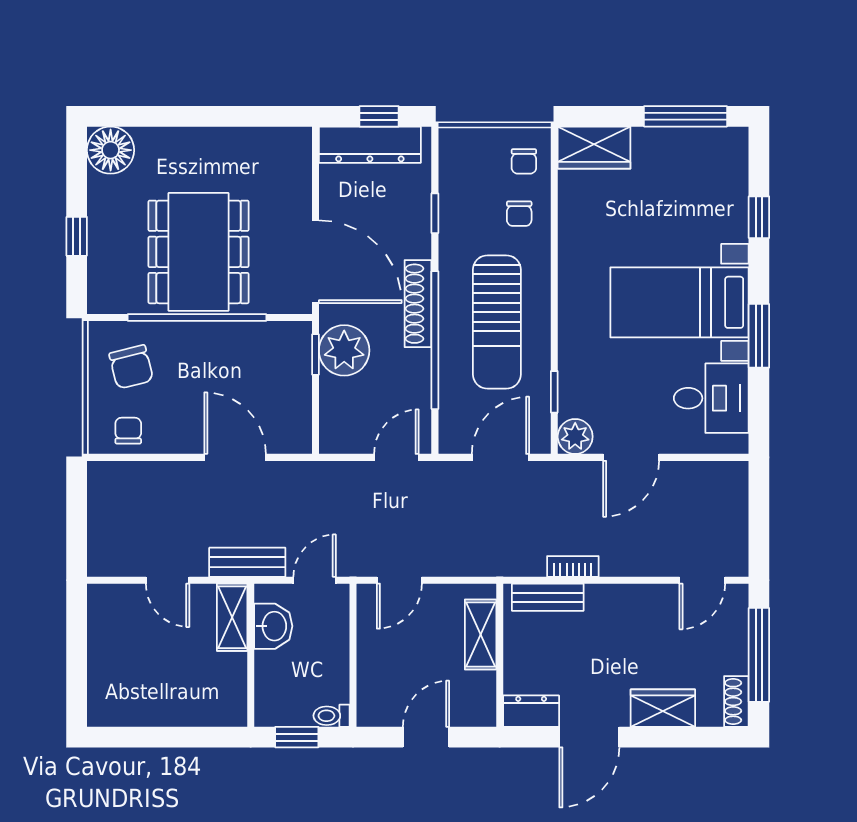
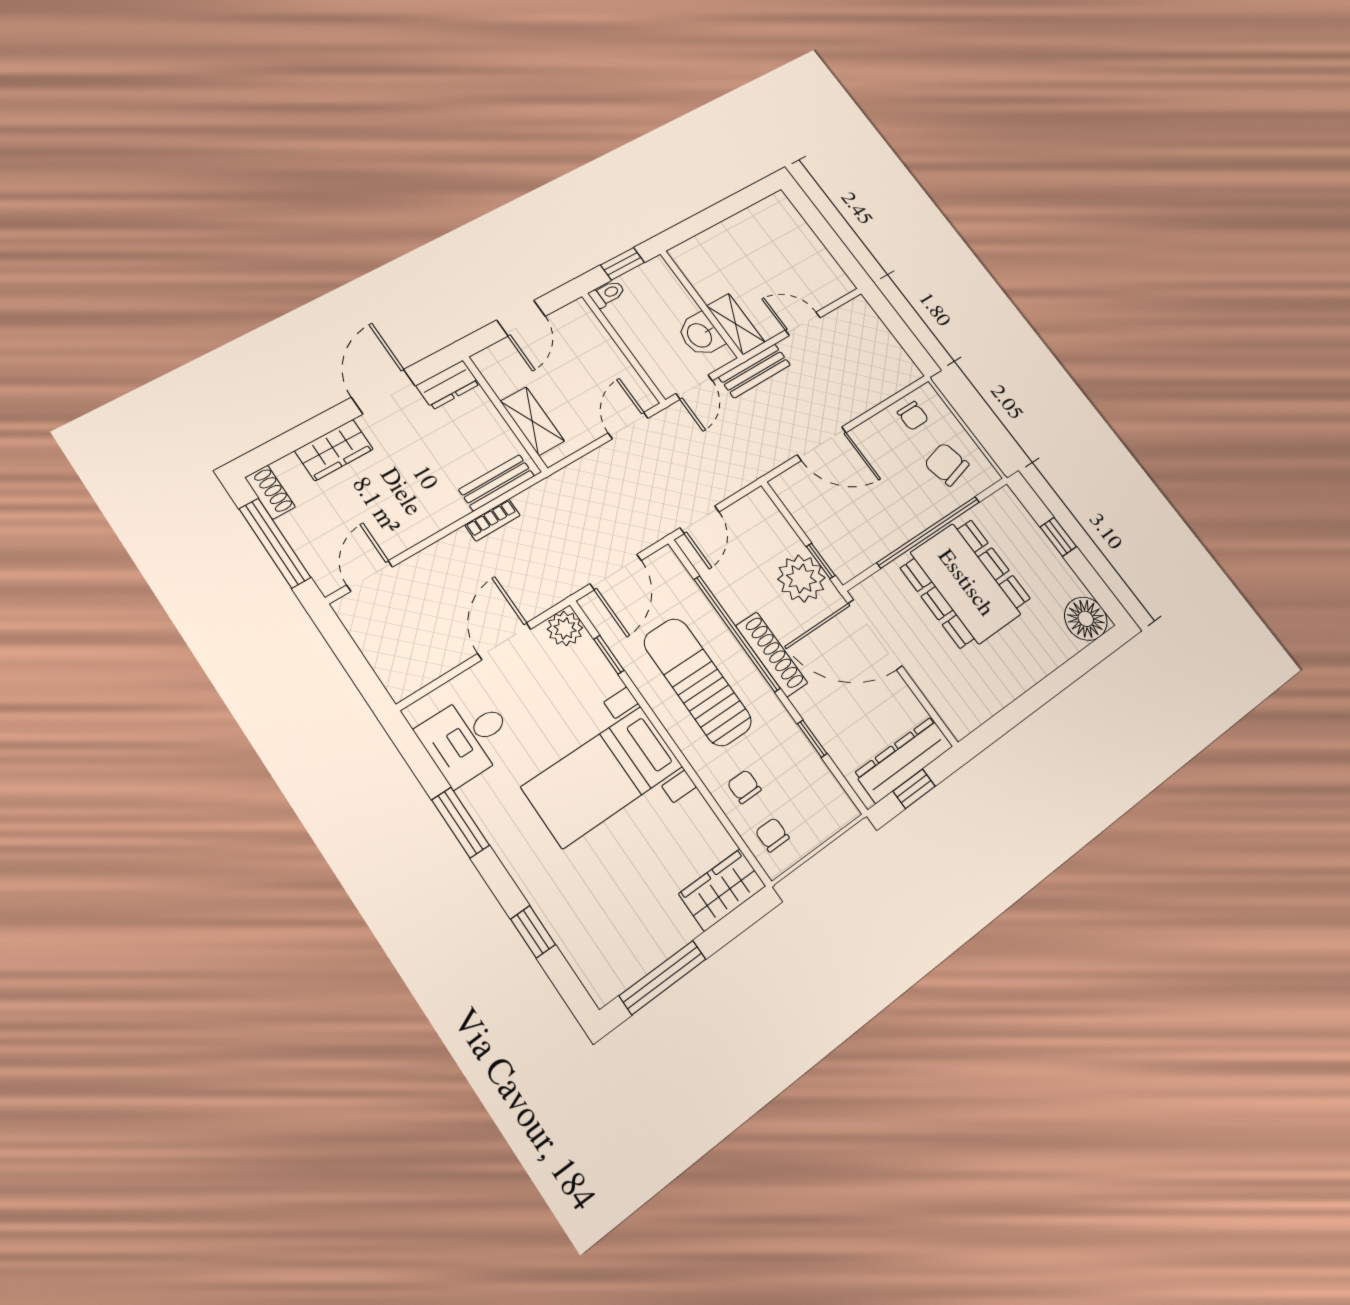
bed with nightstands: (680, 302) -> (602, 777), moved, turned 180

